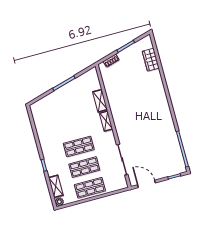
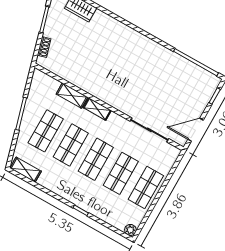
shop shelf: (68, 105) -> (46, 131), added
shop shelf: (73, 126) -> (71, 145), added
shelving: (56, 186) -> (26, 170), moved

